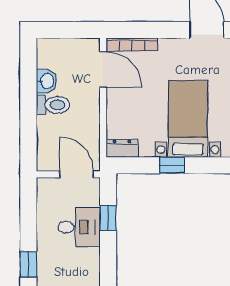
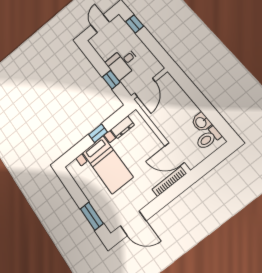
toilet: (53, 105) -> (208, 138), moved
dresser: (122, 148) -> (123, 127), moved
door: (77, 174) -> (145, 87), hinge flipped

